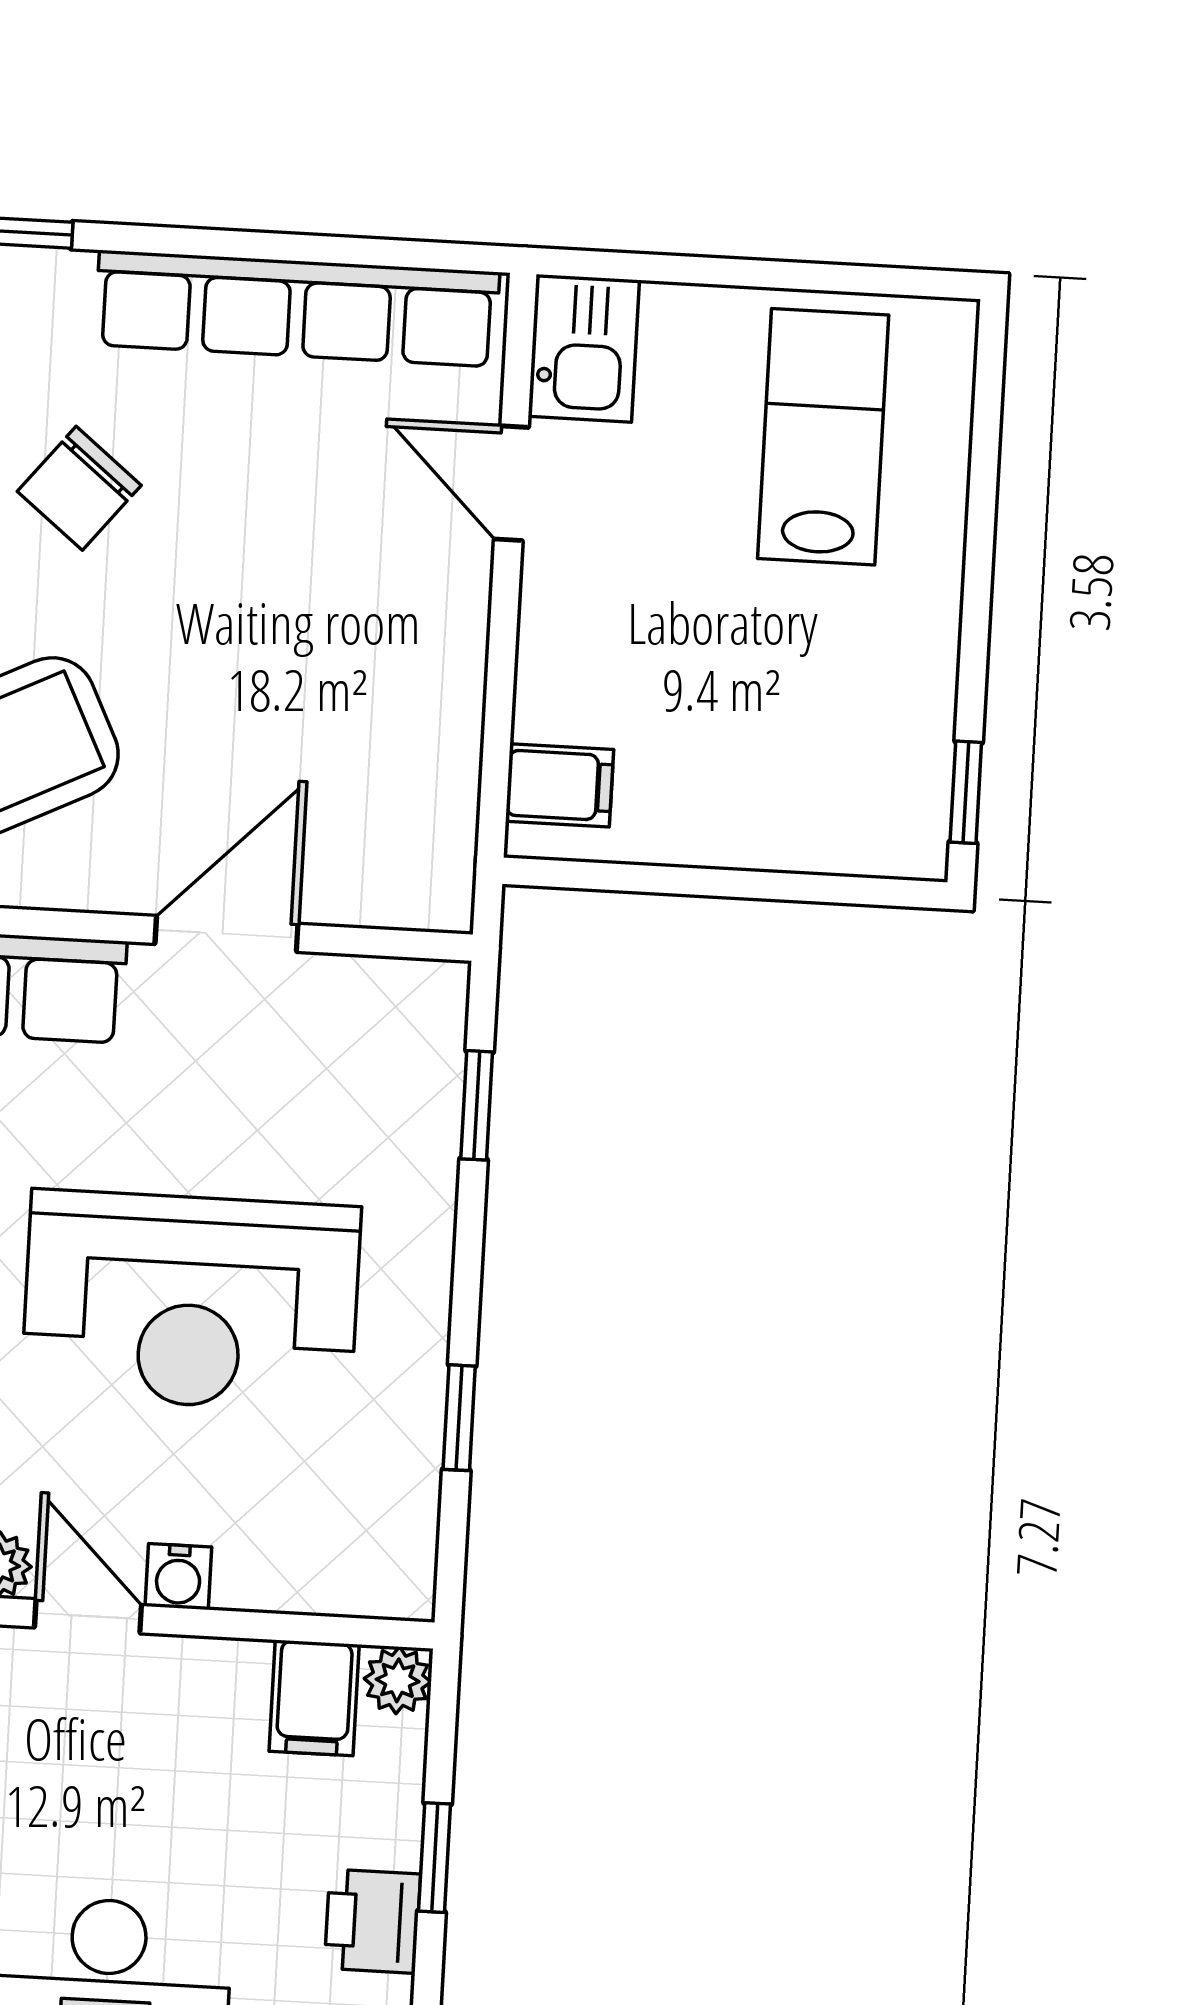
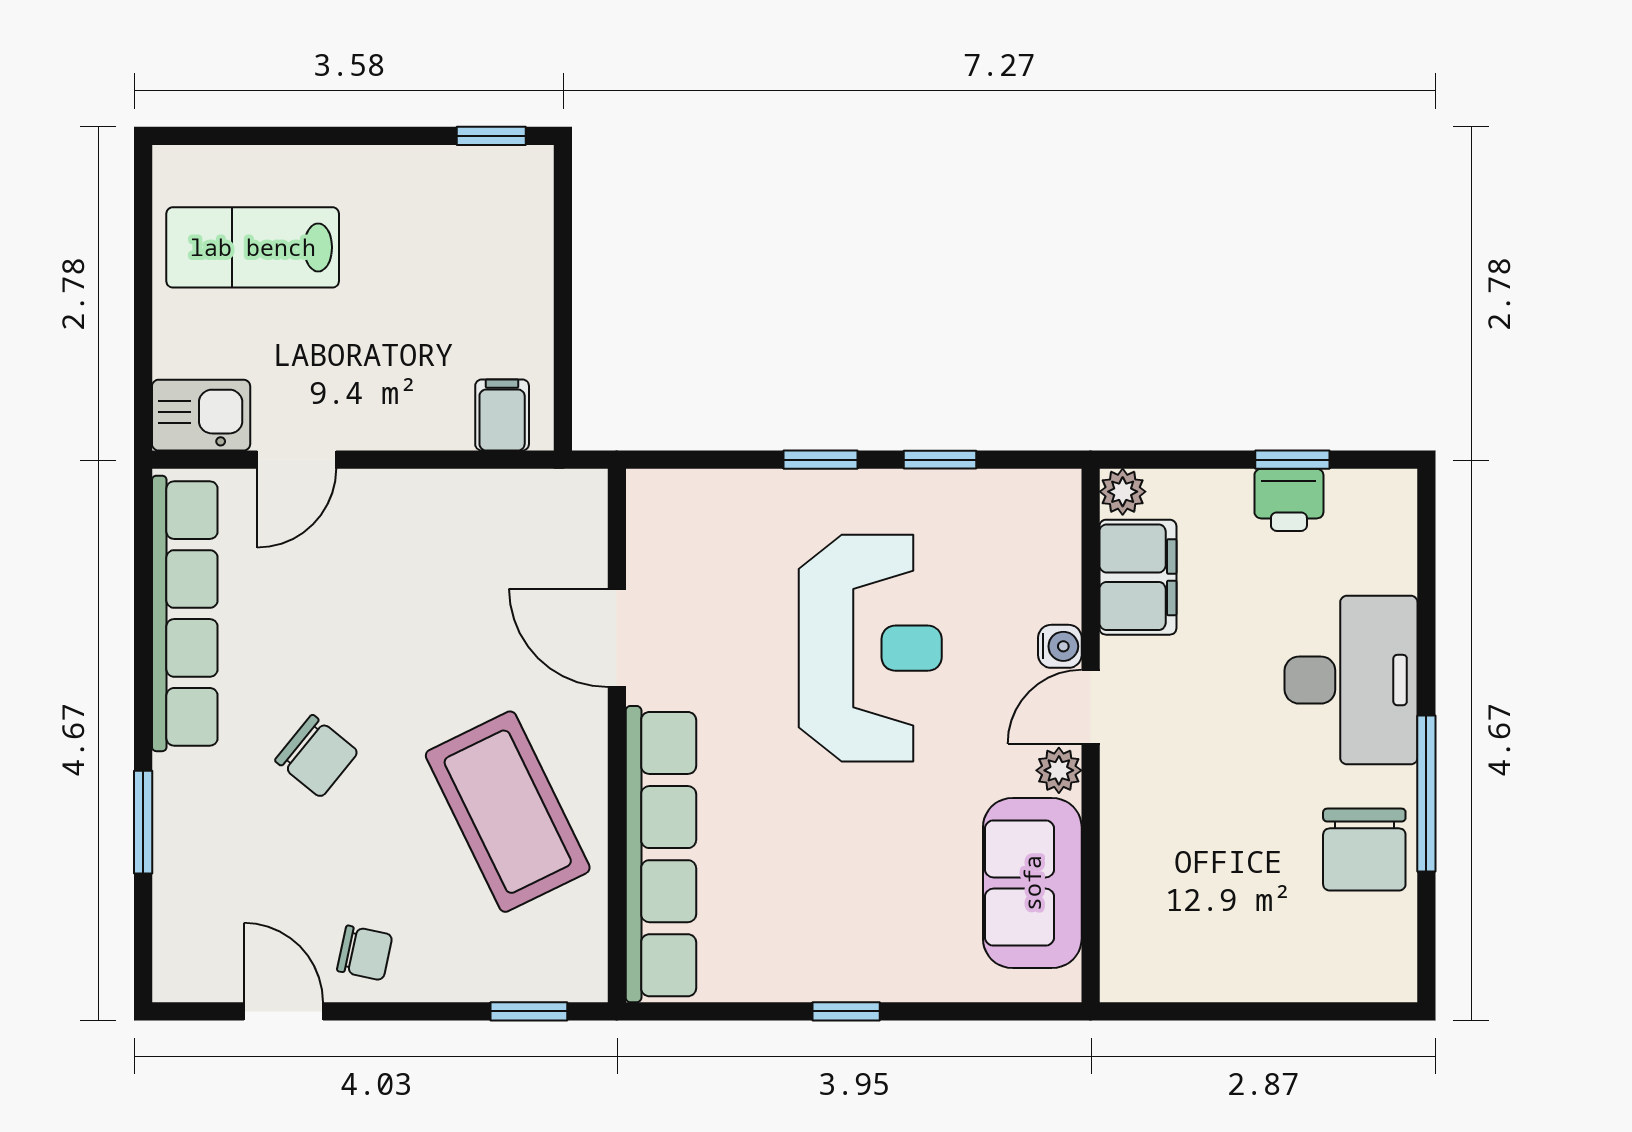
window: (477, 1105) -> (821, 460), moved
filing cabinet: (314, 1698) -> (1138, 577), width x2.00
window: (435, 1858) -> (1292, 460), moved

